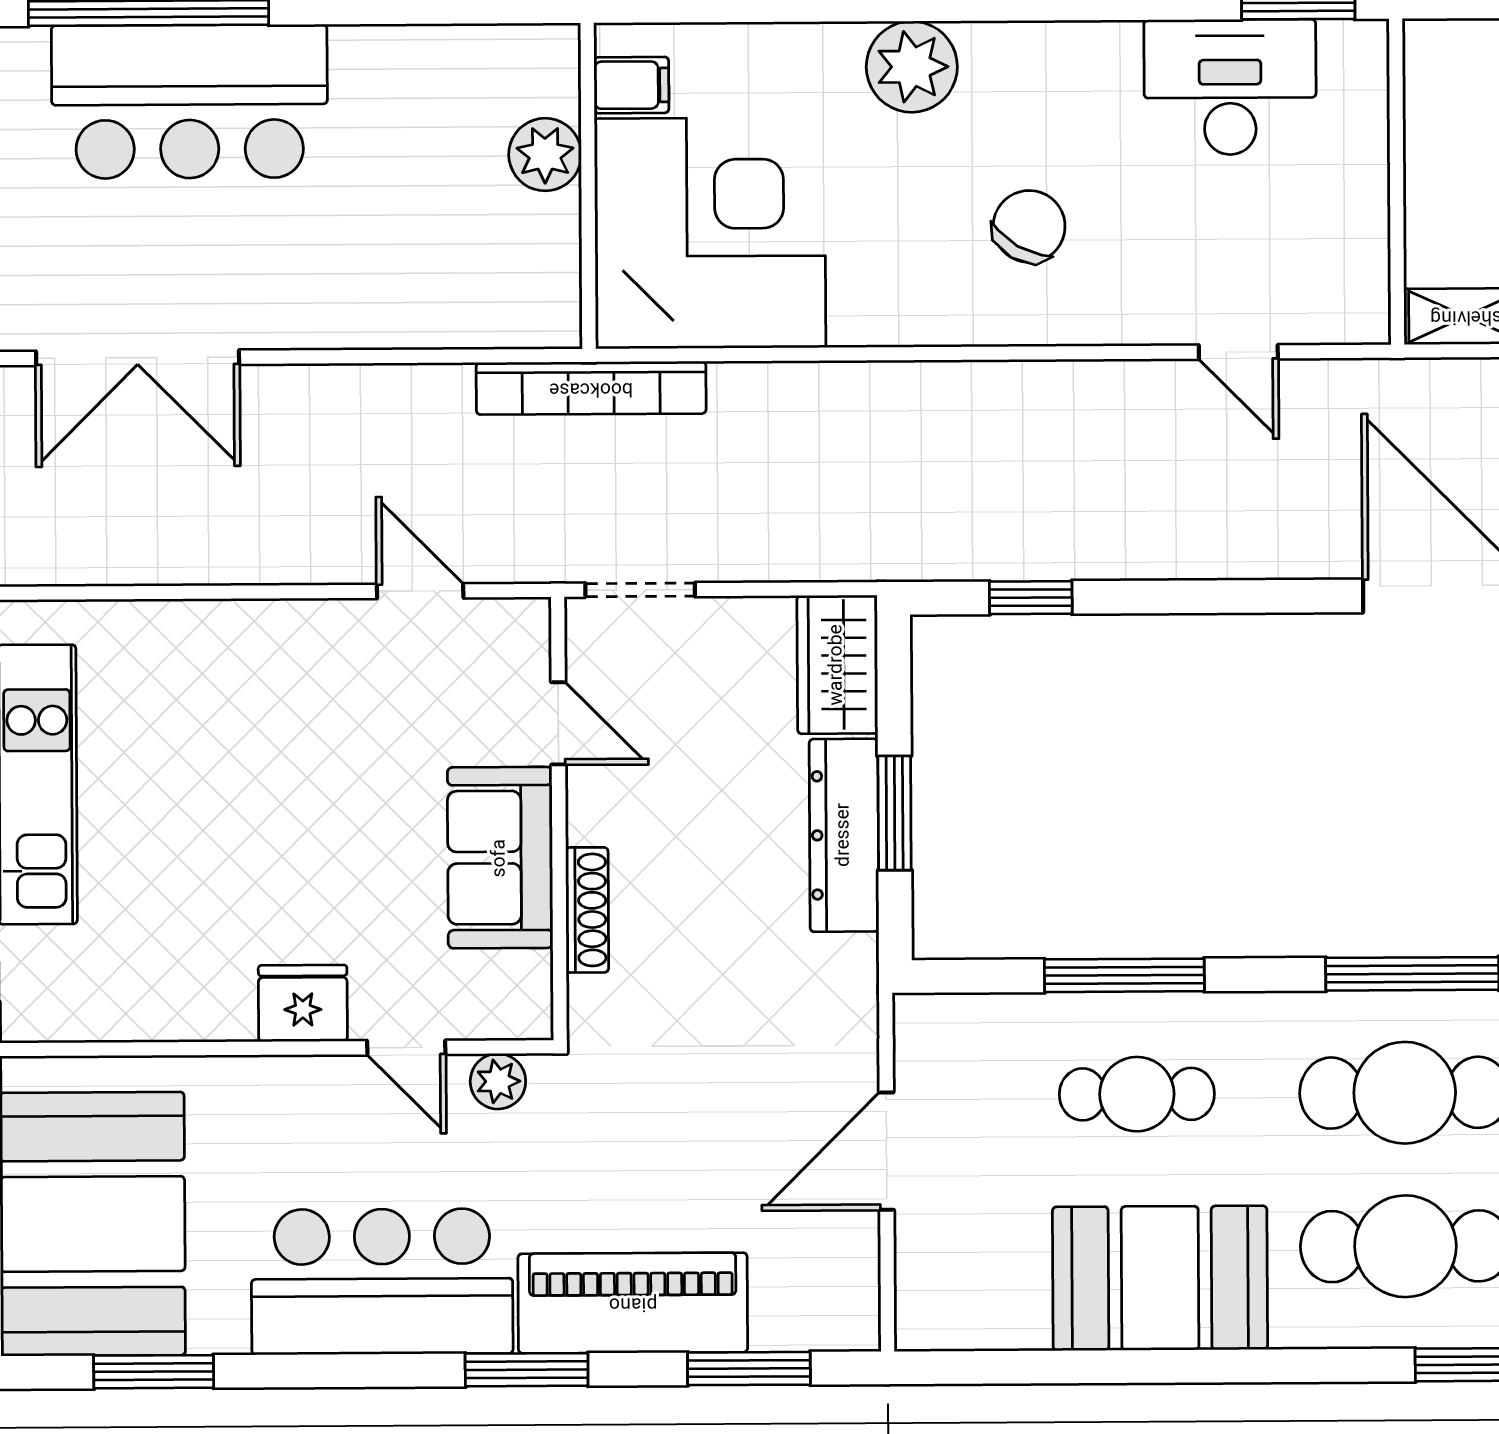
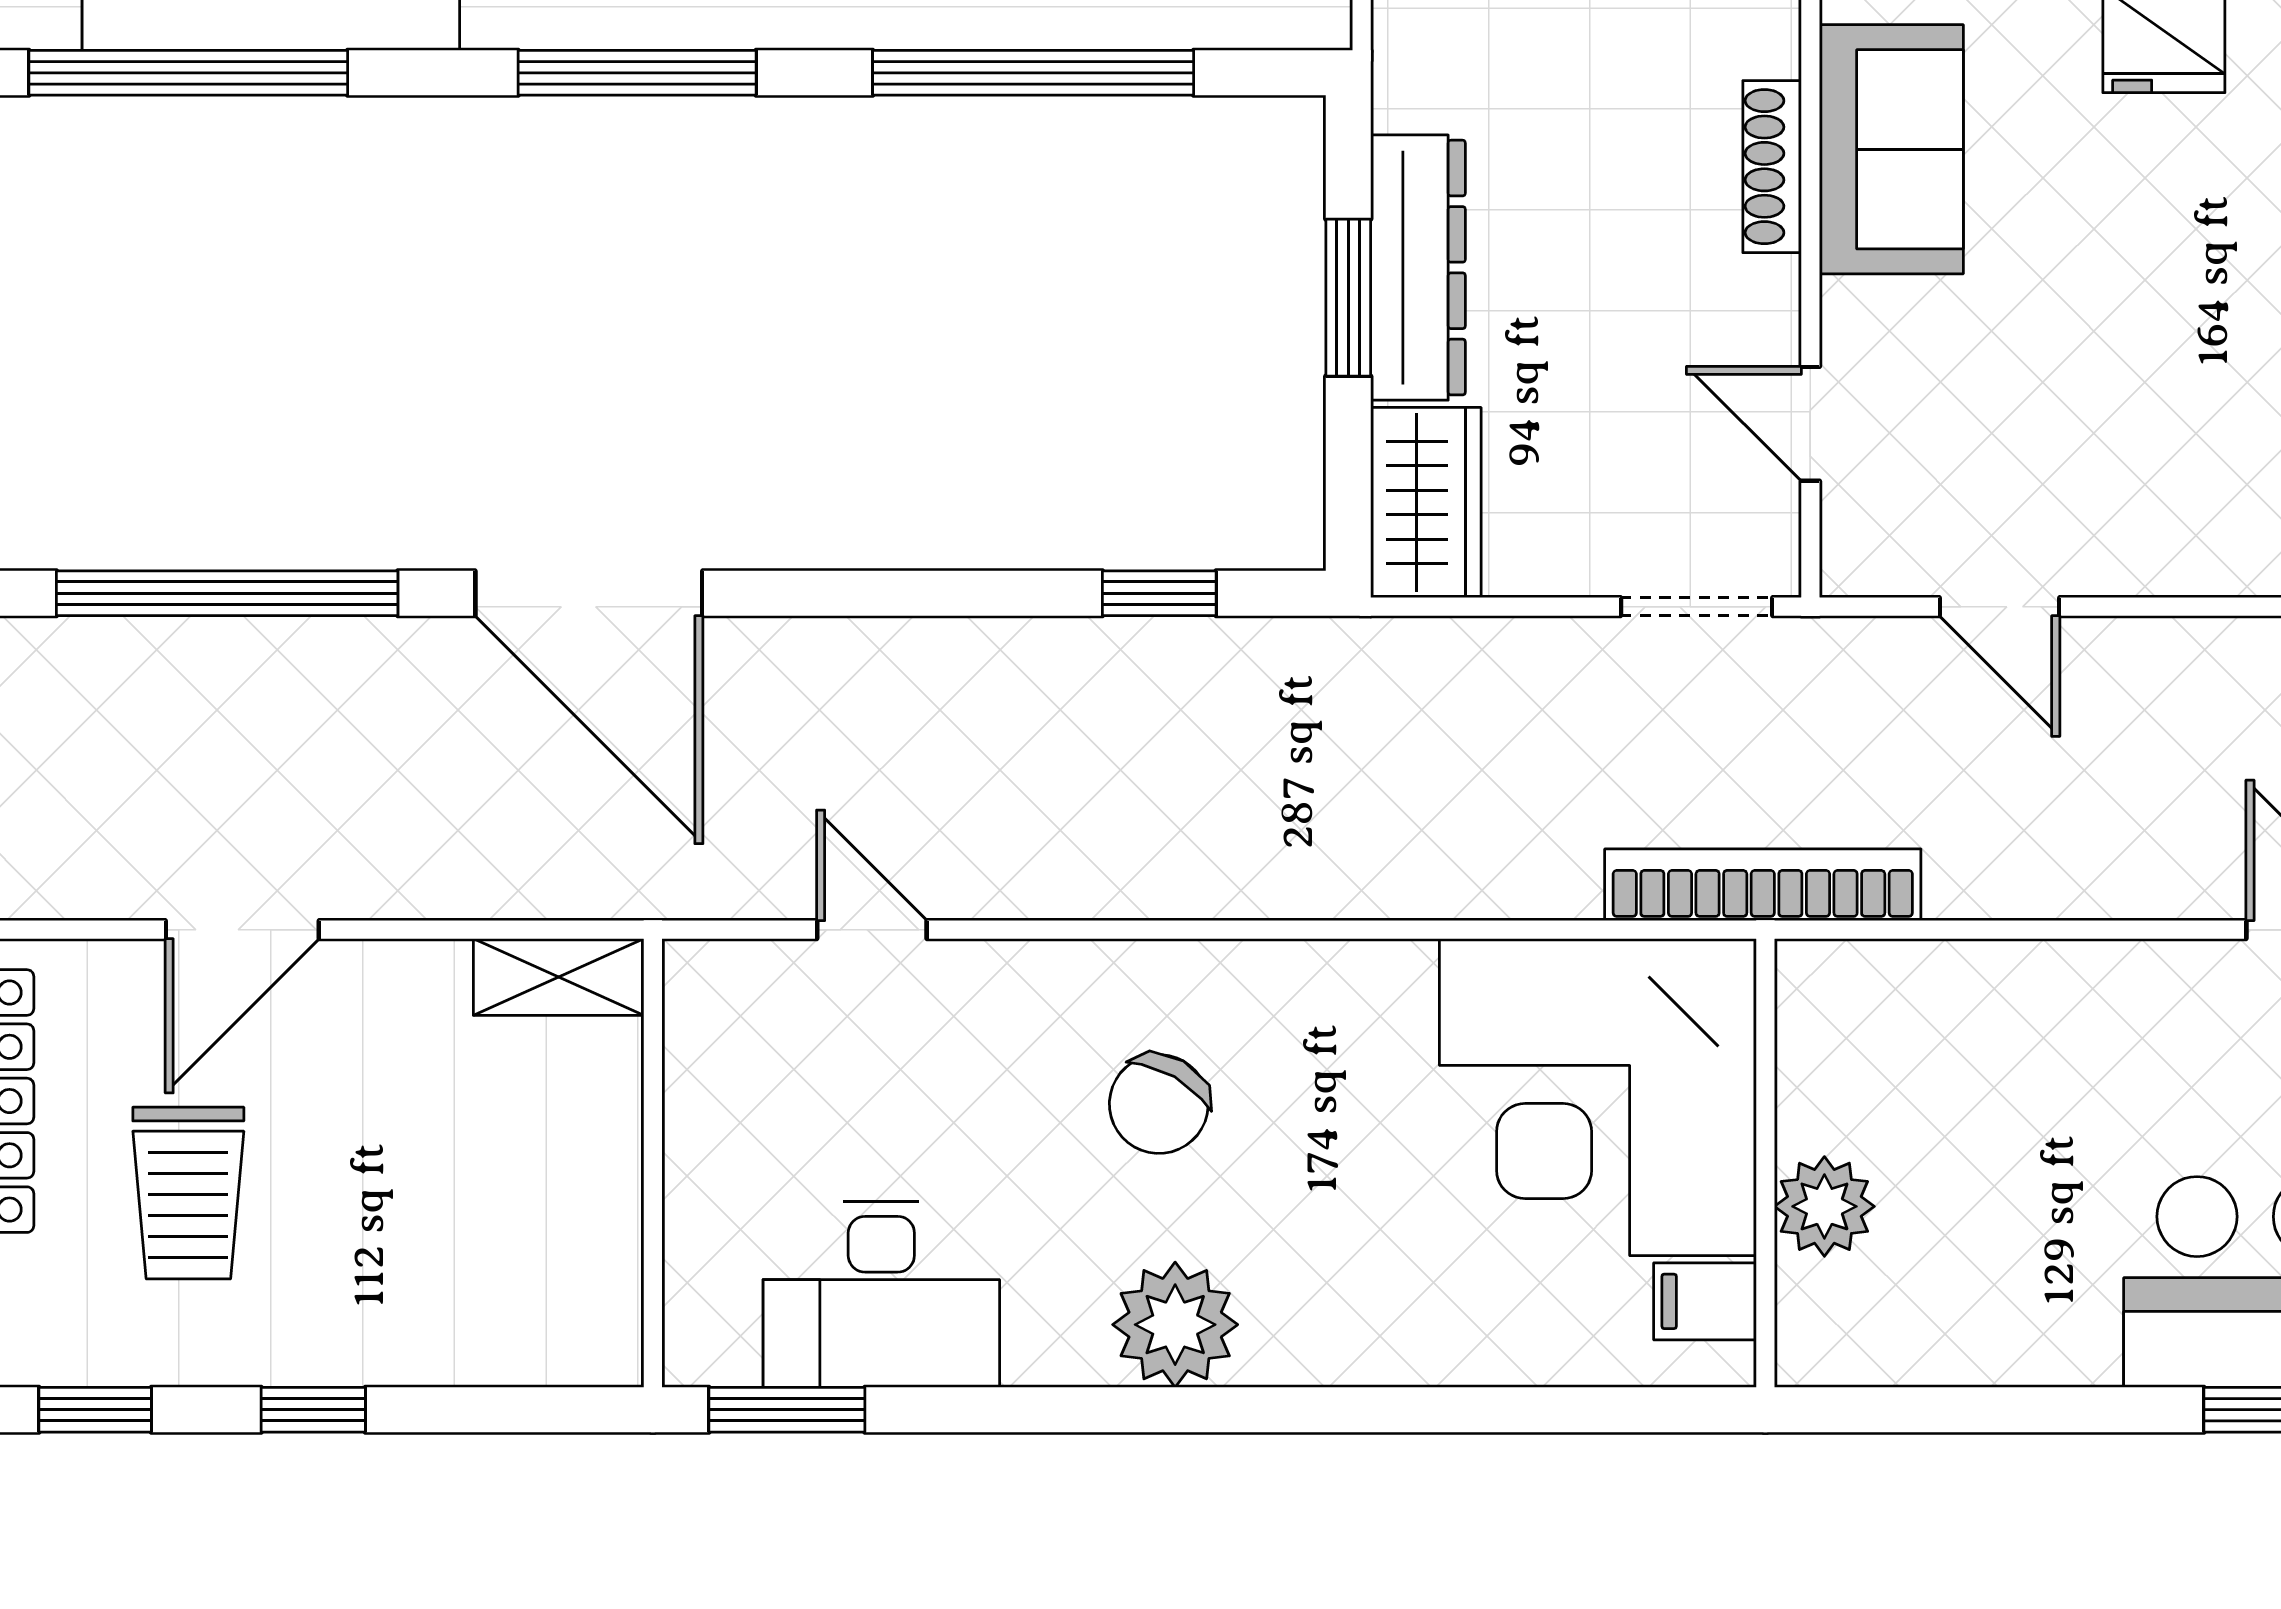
plant: (912, 67) -> (1175, 1325), moved
sofa: (500, 858) -> (1891, 149), moved
window: (1124, 975) -> (1033, 73), width x1.46

